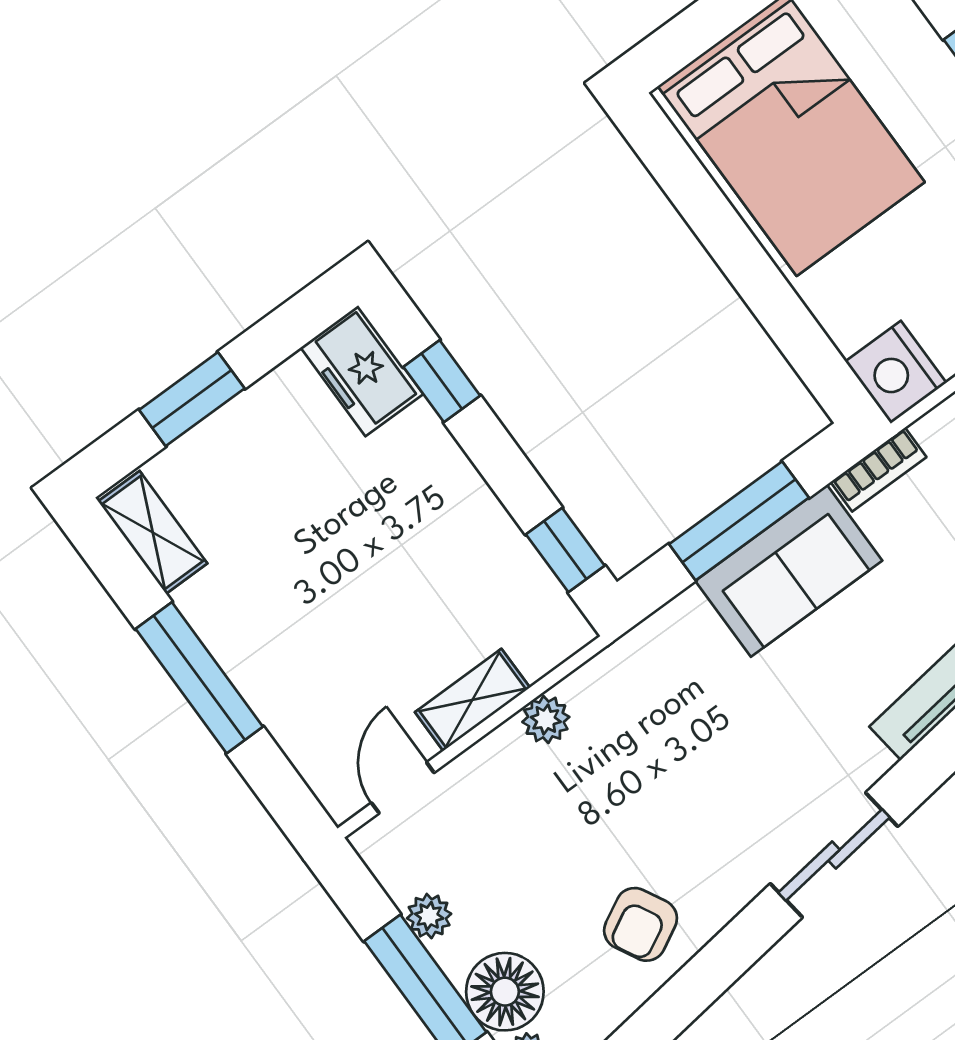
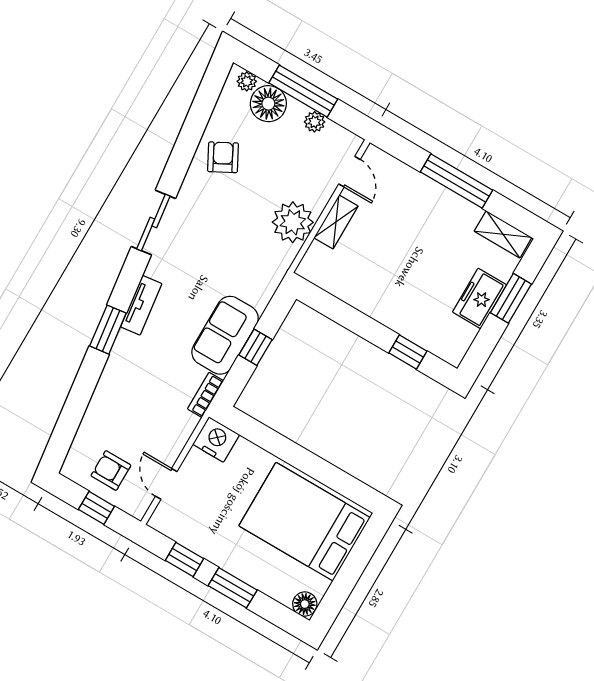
freezer: (362, 371) -> (479, 298), moved, turned -90
window: (739, 521) -> (255, 347), width x0.46
window: (565, 550) -> (324, 303), removed
plant: (546, 719) -> (293, 222), width x1.88, depth x1.88

